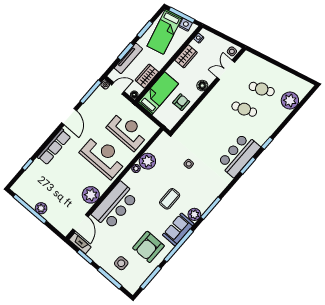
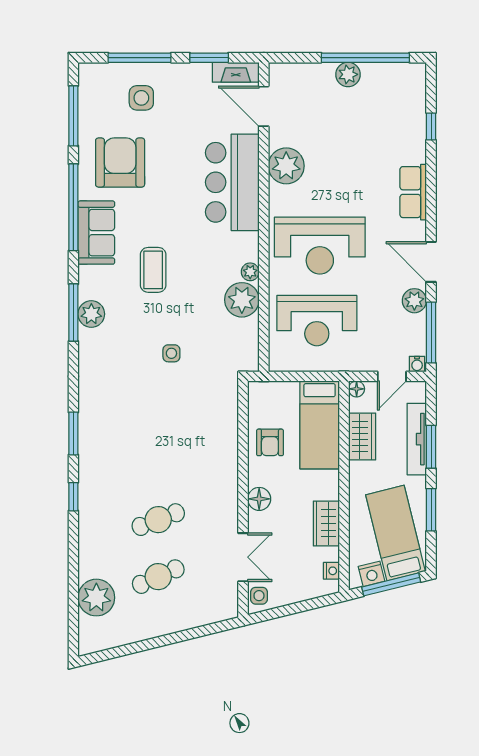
plant: (87, 108) -> (414, 301), added
row of seats: (54, 147) -> (413, 192), width x0.68
bar counter: (239, 155) -> (103, 438), removed
plant: (194, 214) -> (91, 314), moved

